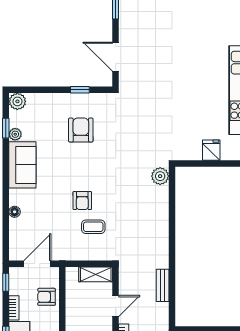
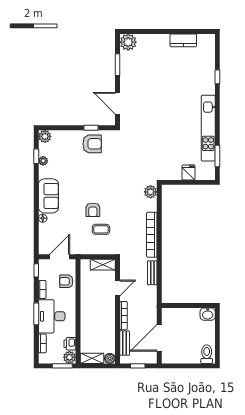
armchair: (81, 130) -> (92, 144), moved, turned 90
sofa: (22, 165) -> (48, 196), moved
bookcase: (162, 234) -> (152, 235), added

